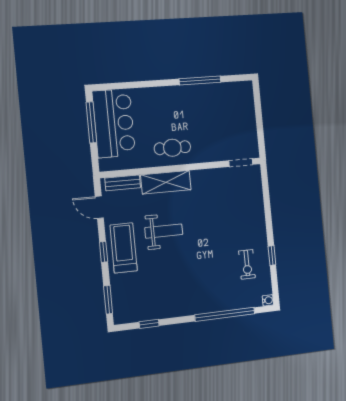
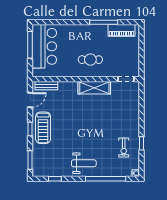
piano: (227, 91) -> (122, 30), added
cafe table: (172, 148) -> (90, 60), moved
shelving: (166, 182) -> (94, 88), moved
door: (99, 207) -> (30, 100), swing flipped
weight bench: (164, 231) -> (84, 163), moved
treadmill: (124, 248) -> (43, 128), turned 180

